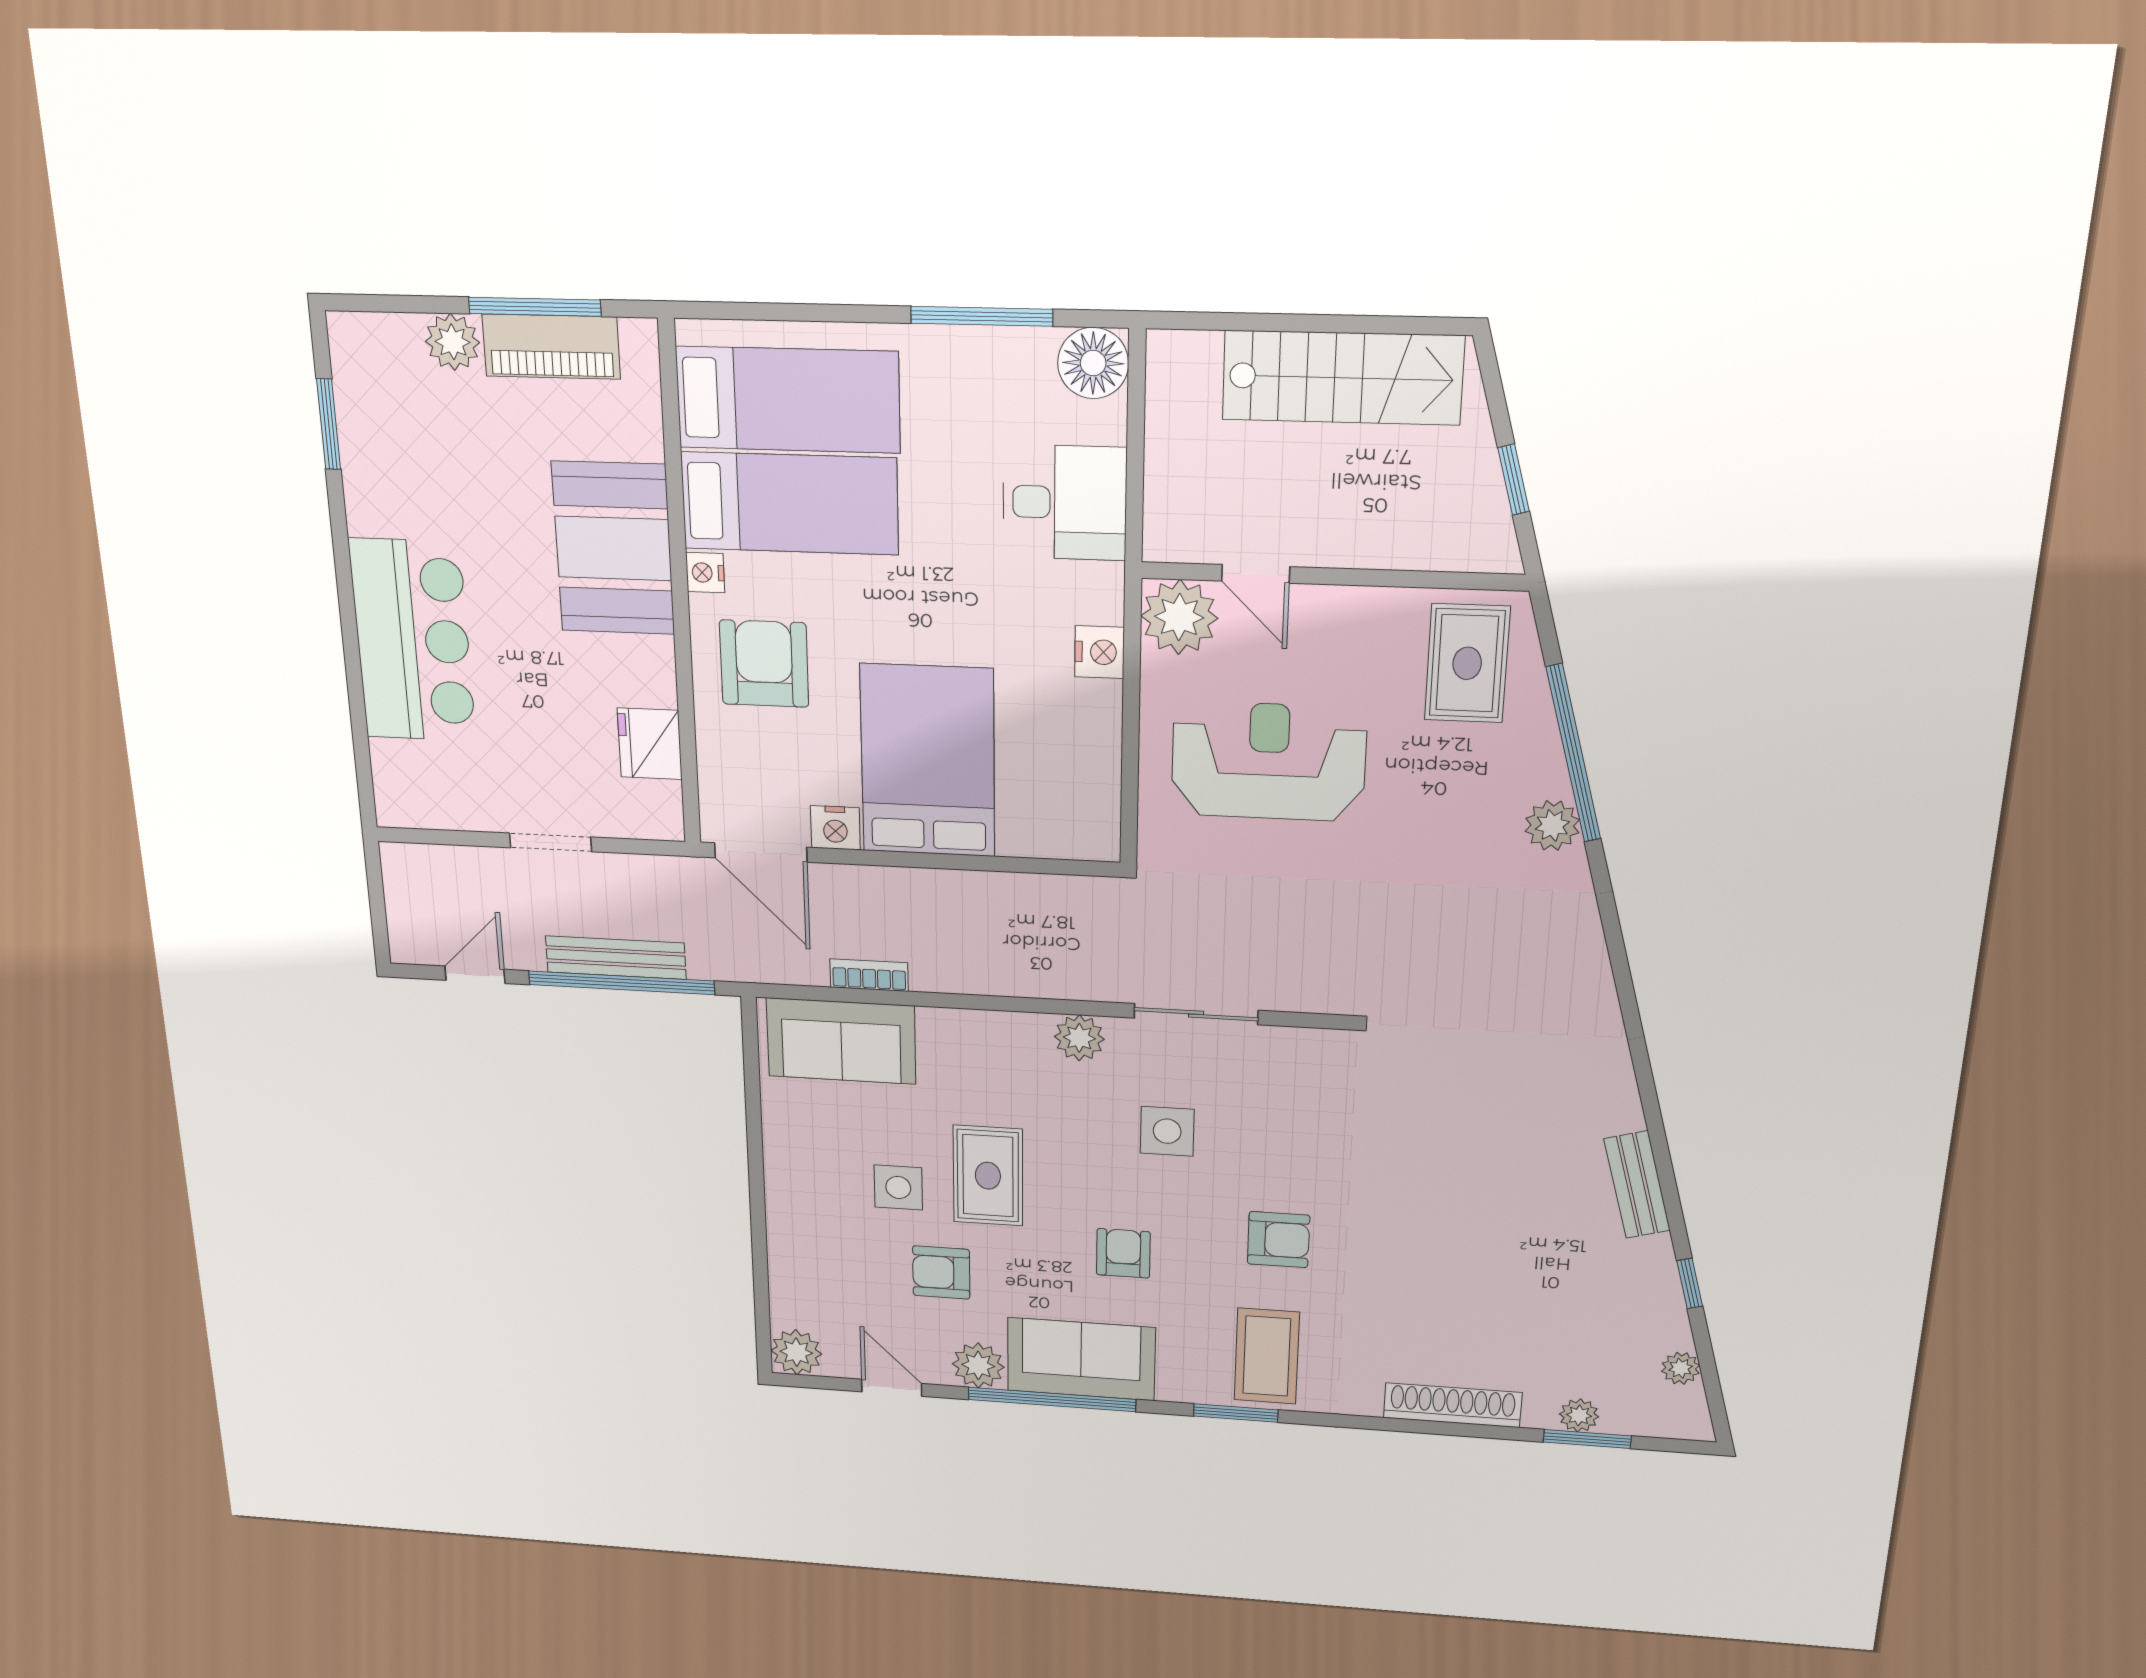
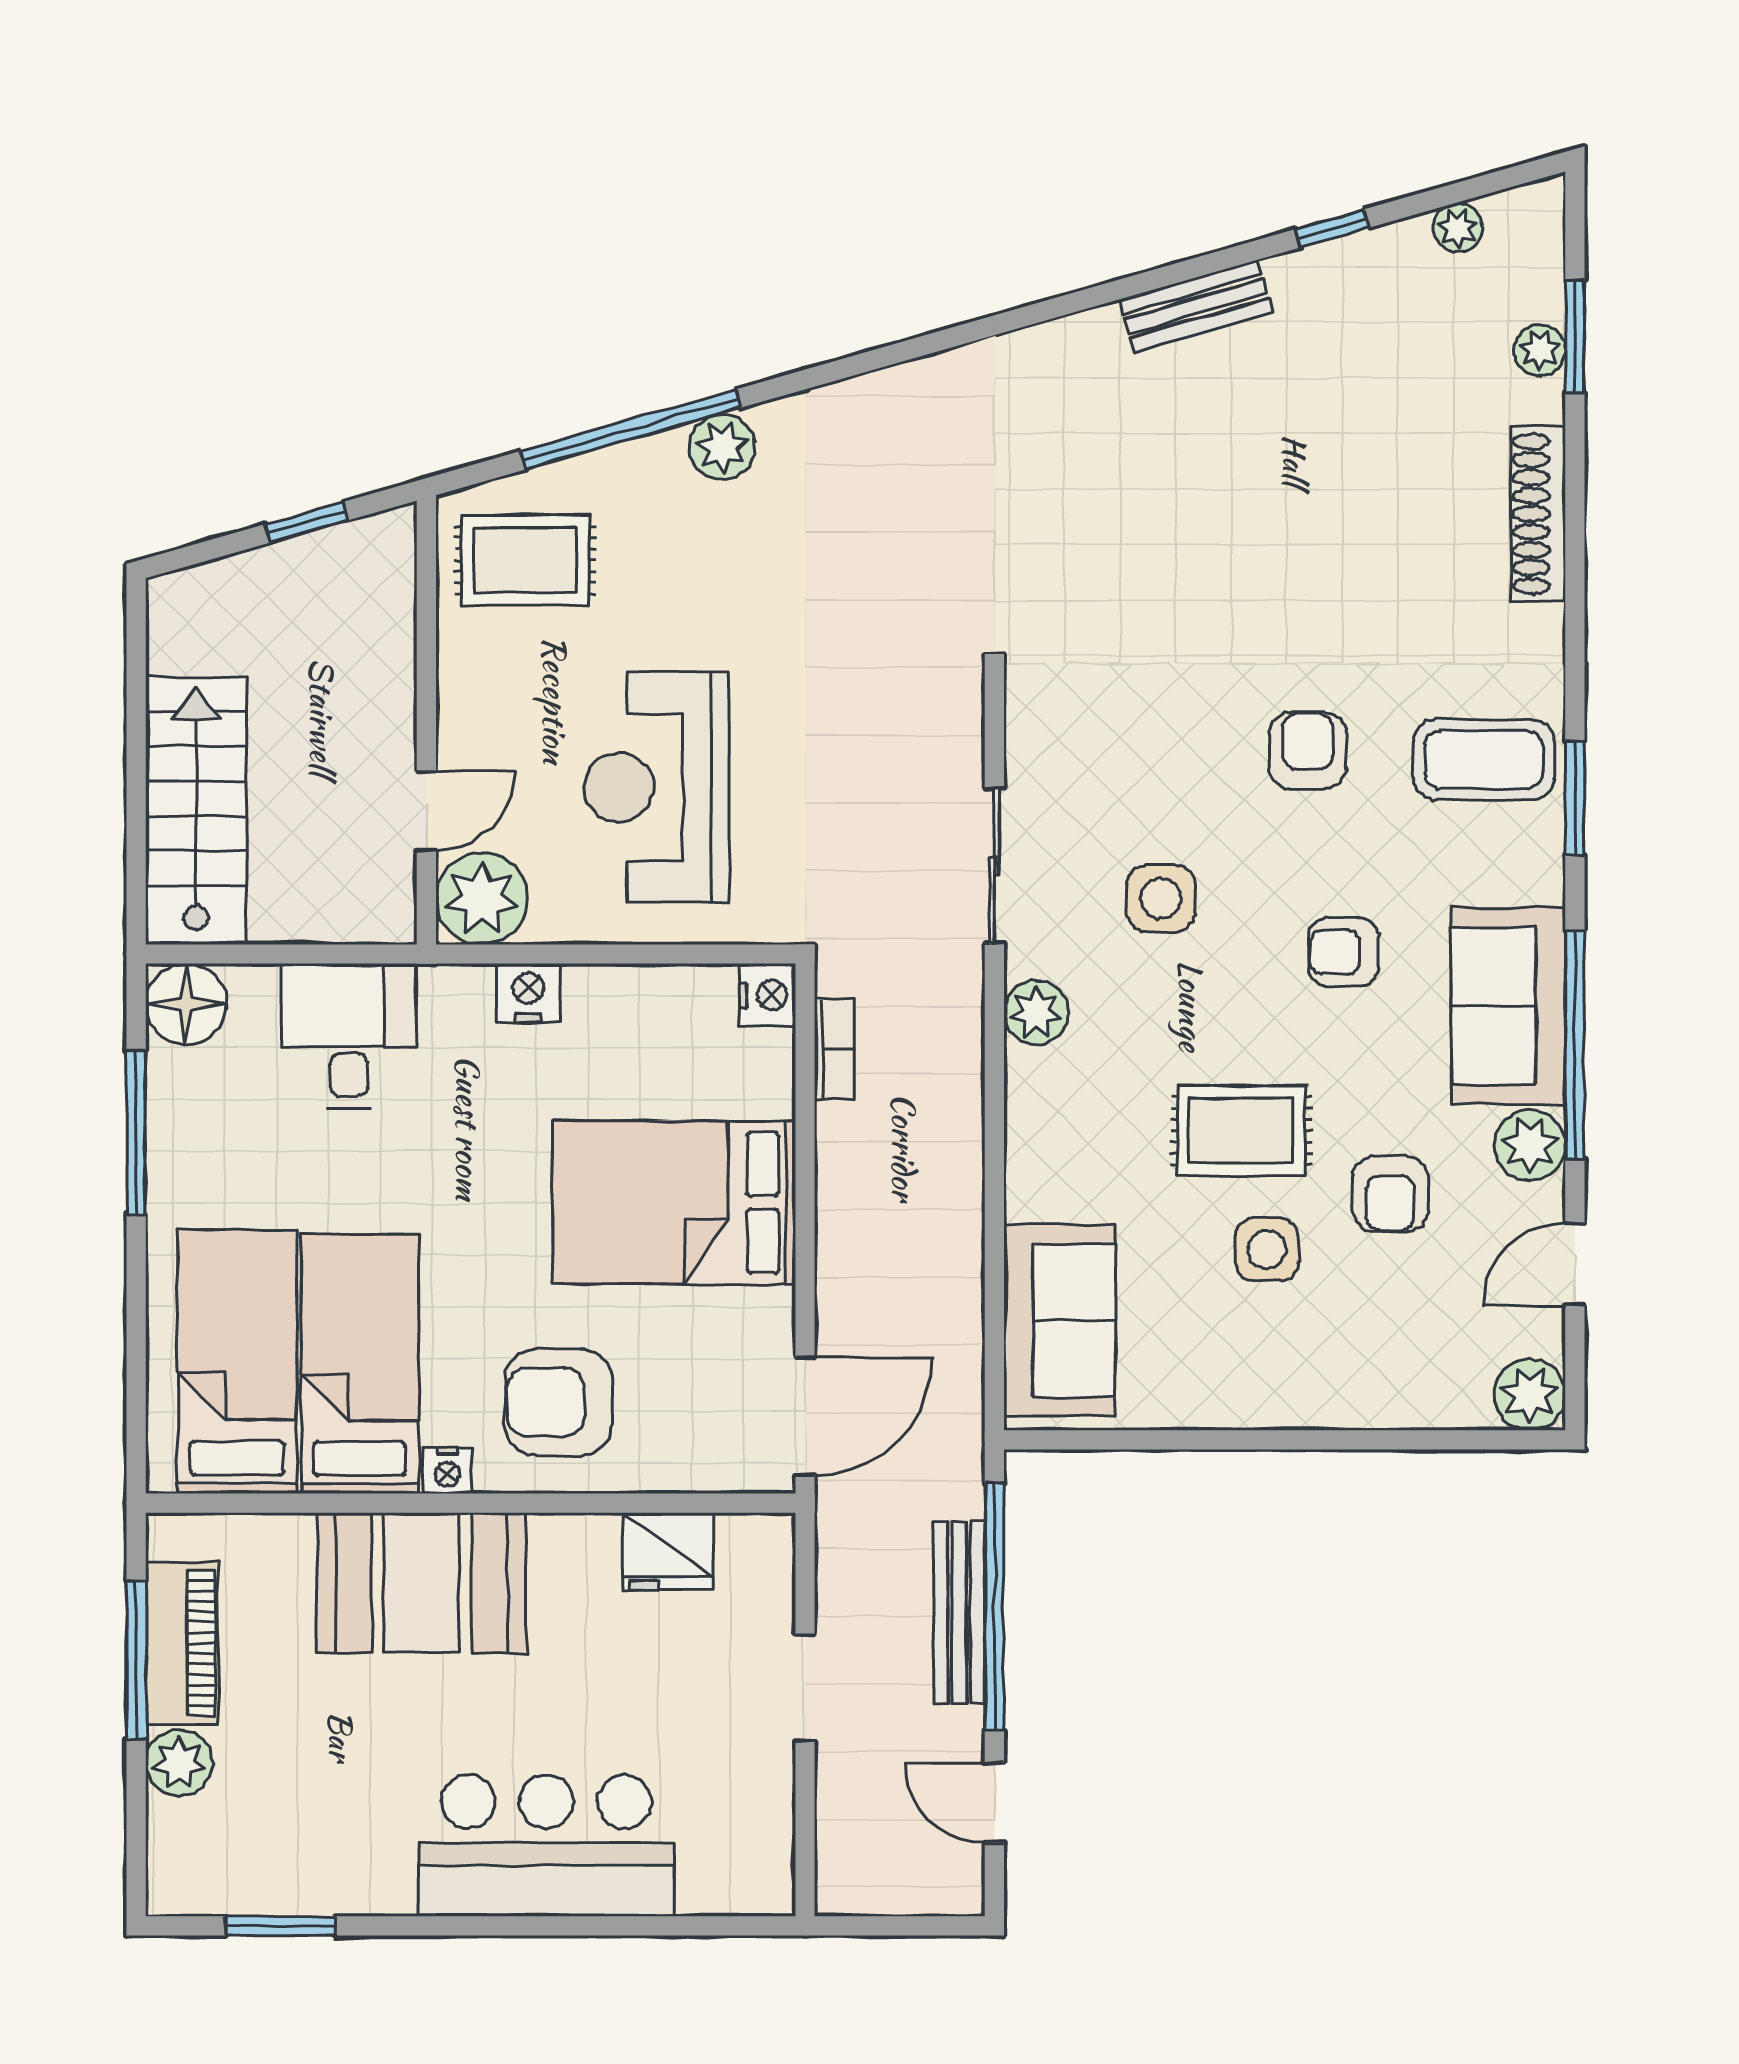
stairs: (1342, 378) -> (196, 811), moved
nightstand: (835, 828) -> (767, 995), moved
bookcase: (869, 975) -> (834, 1049), moved, turned 180

